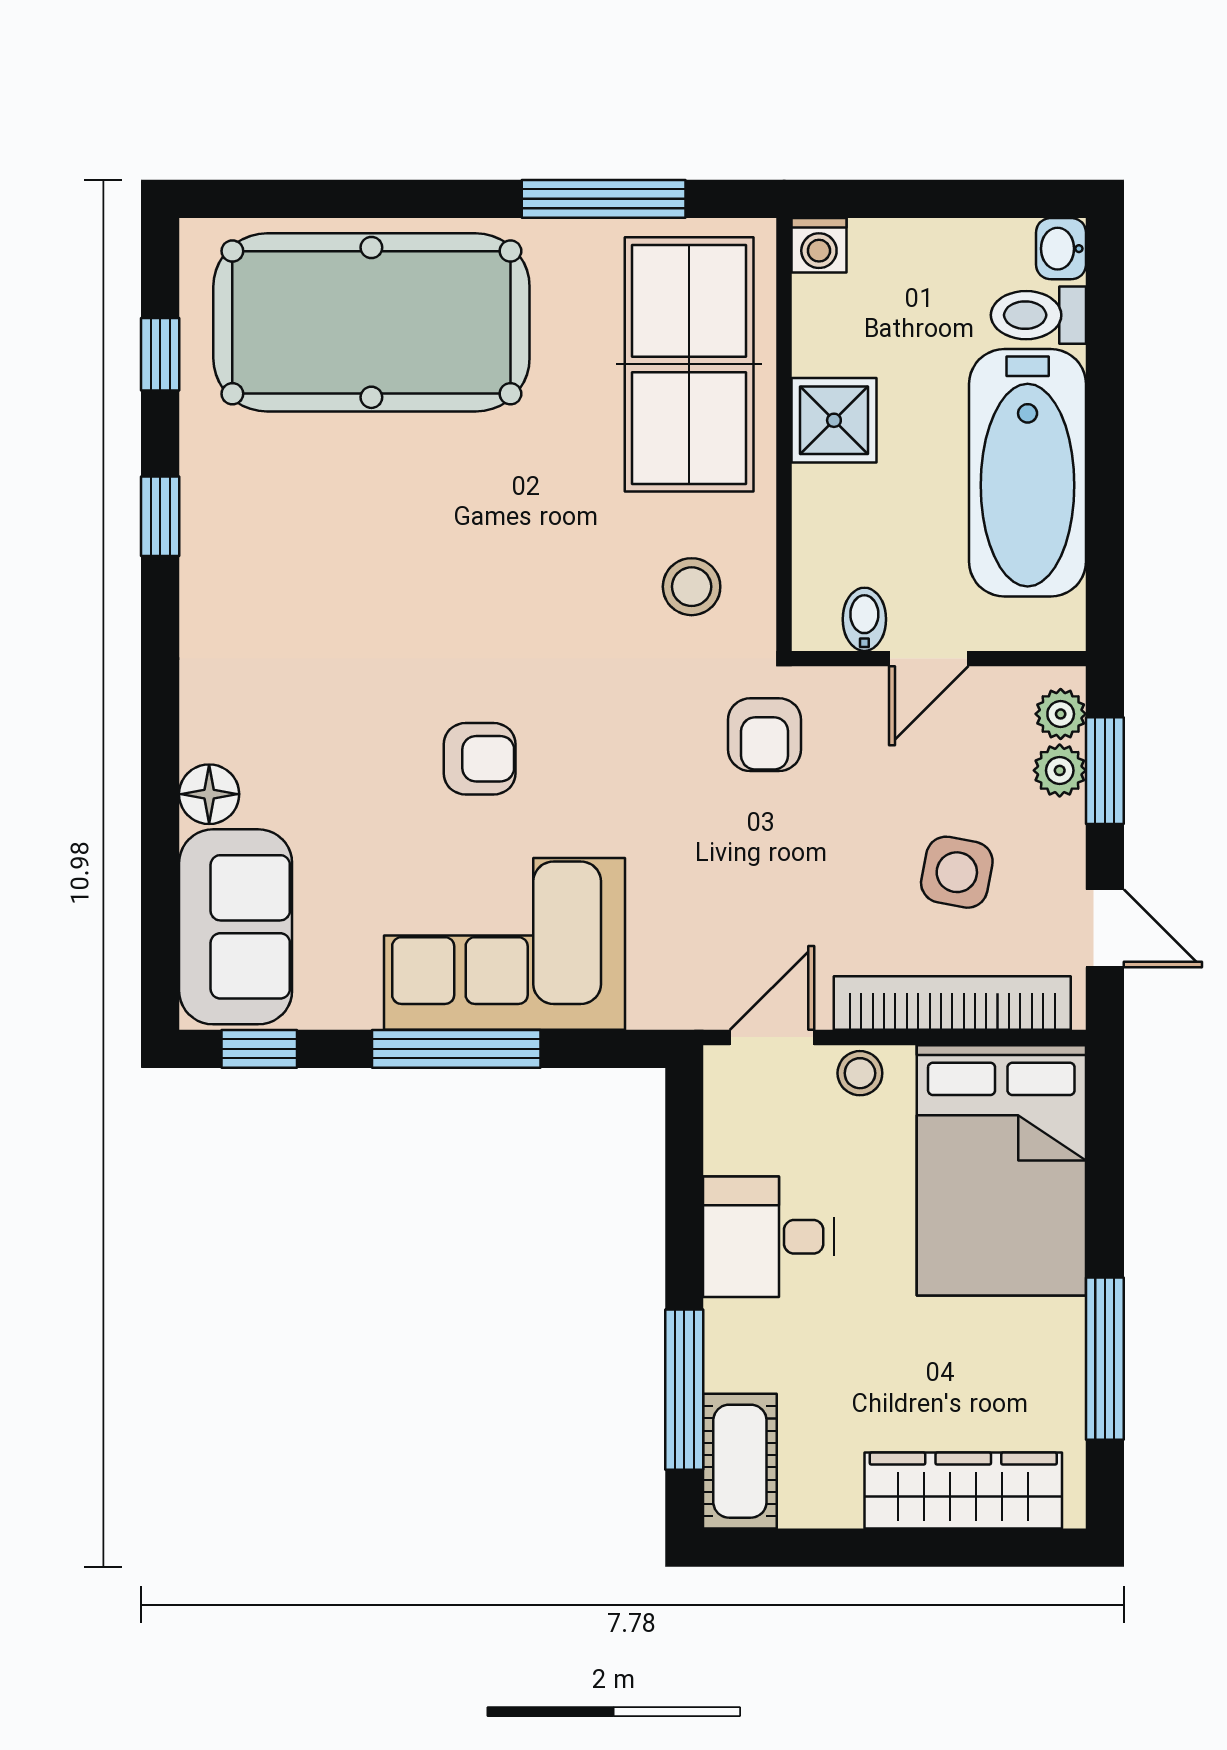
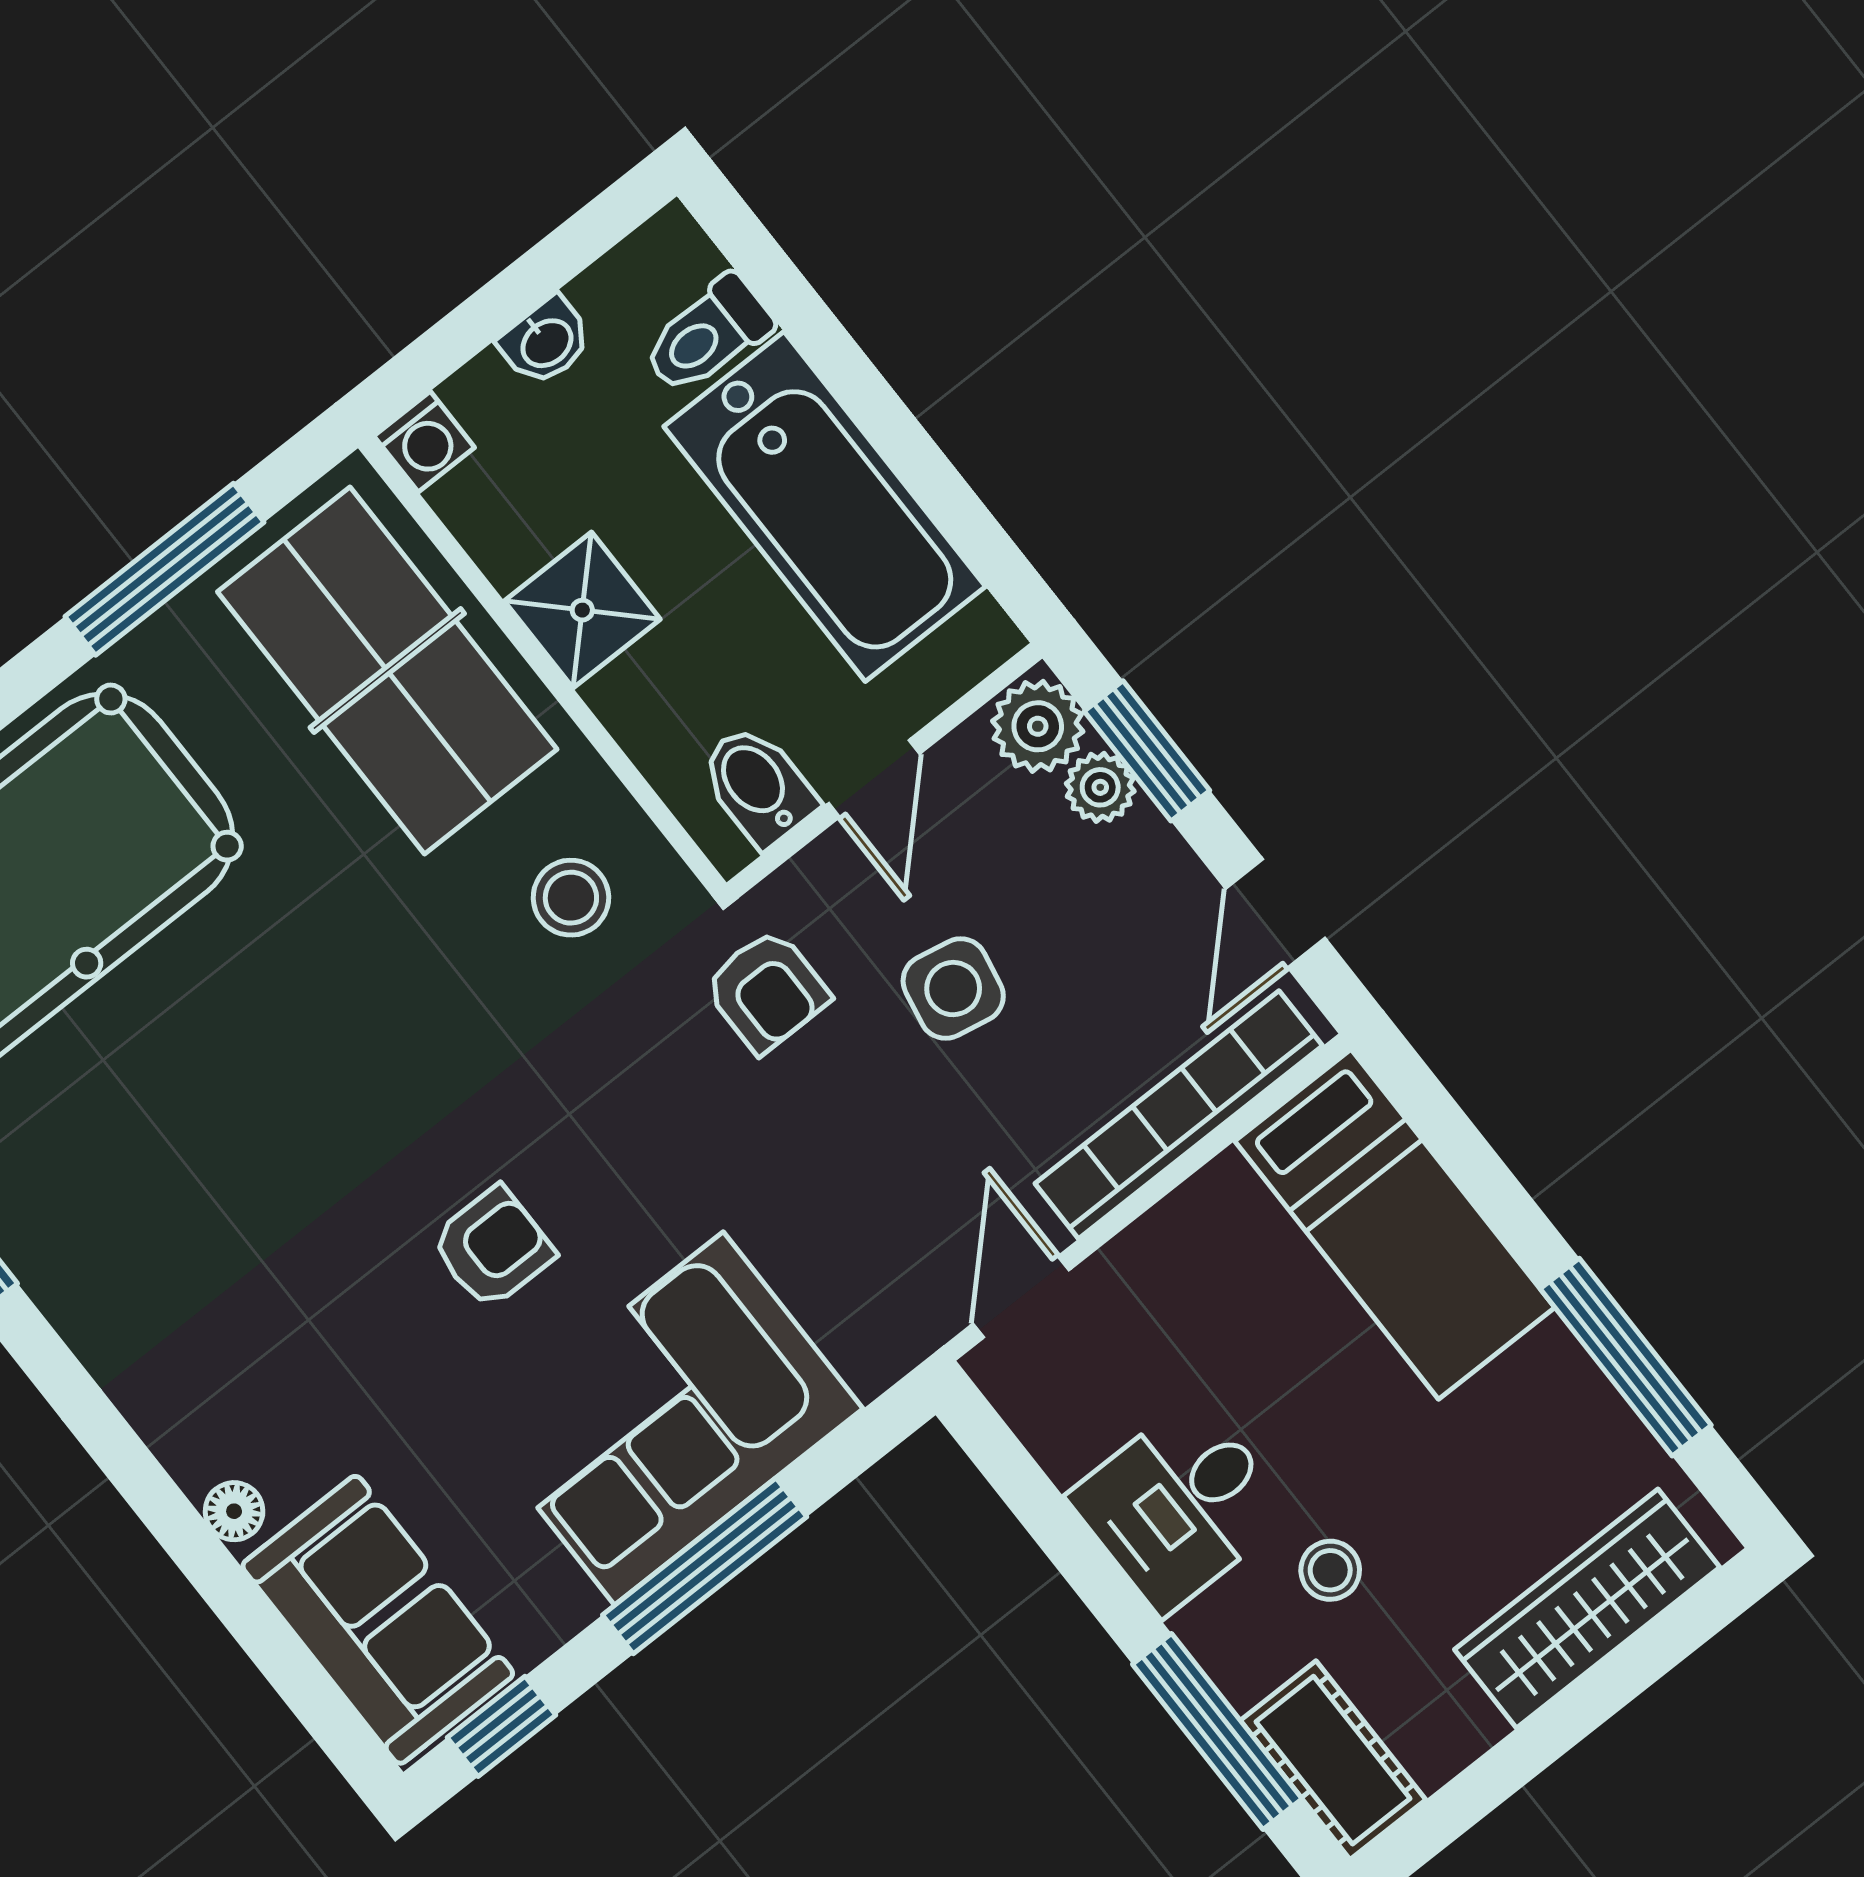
washbasin: (1061, 249) -> (546, 342), moved, turned -90
bidet: (864, 619) -> (758, 785), width x1.38, depth x1.36
plant: (1061, 714) -> (1038, 726), width x1.38, depth x1.38
floor lamp: (209, 794) -> (234, 1511), width x0.73, depth x0.73
side table: (957, 872) -> (953, 989), moved
door: (1105, 928) -> (1275, 913), swing flipped
stool: (860, 1073) -> (1330, 1570), moved
bed: (1001, 1170) -> (1395, 1224), width x0.67

